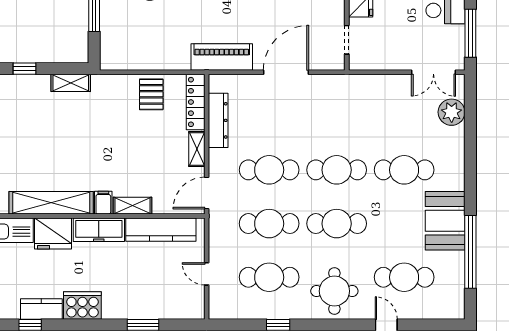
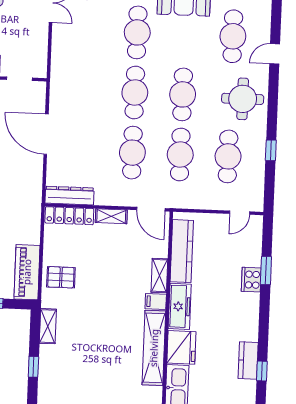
piano: (222, 57) -> (27, 272), moved
pallet: (151, 94) -> (61, 277), moved
dresser: (218, 120) -> (69, 196), moved
door: (207, 274) -> (240, 213), moved
cooker: (82, 305) -> (251, 280), moved, width x0.73, depth x0.76

